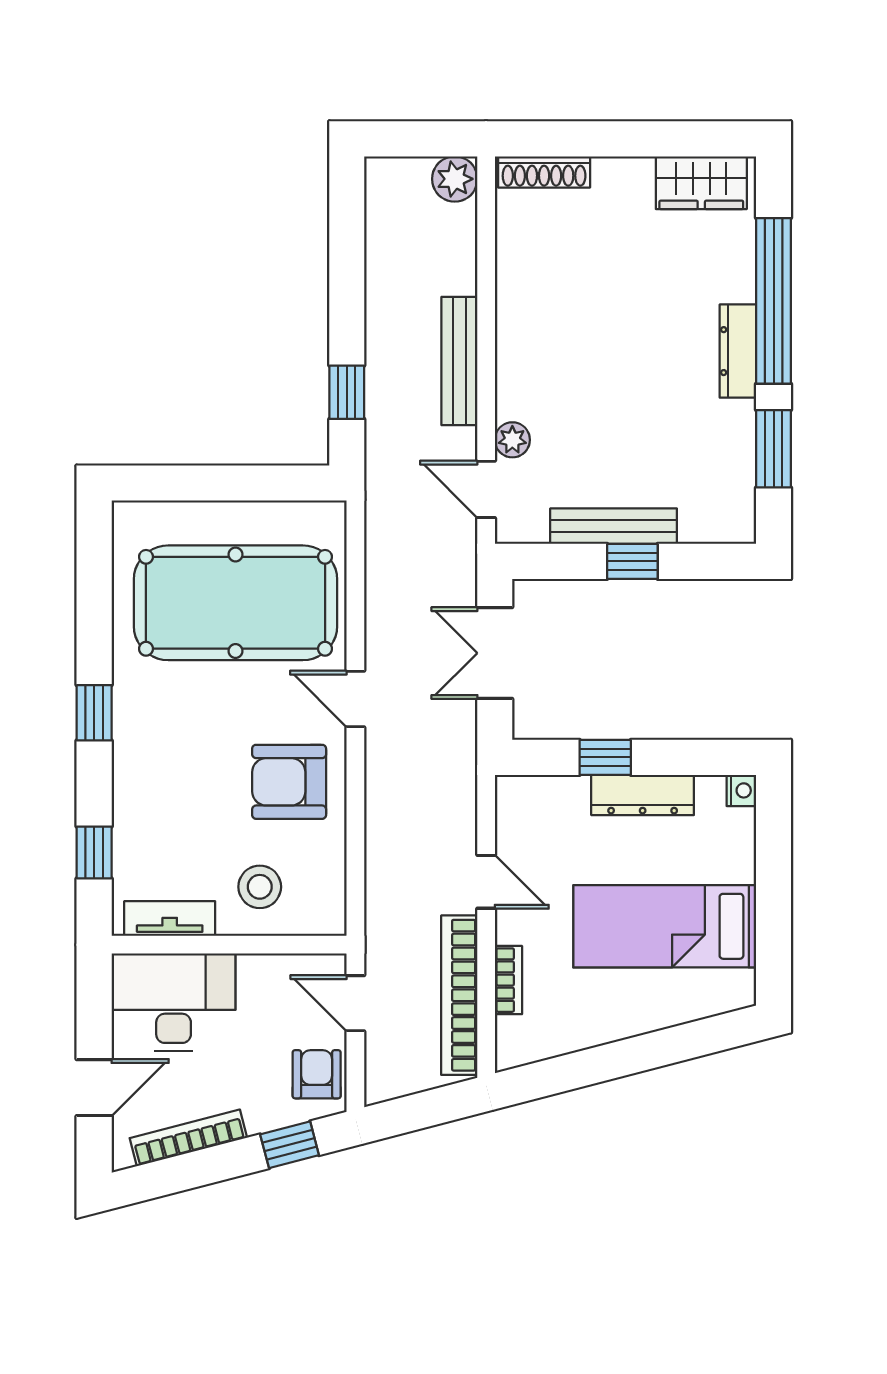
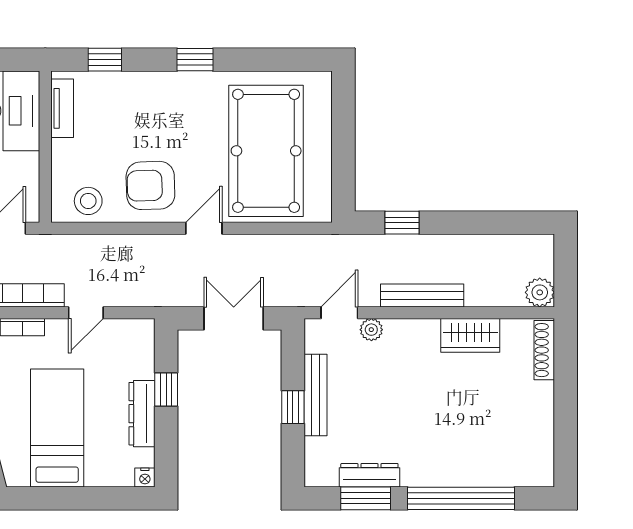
wardrobe: (701, 183) -> (470, 335), moved, turned -90
dresser: (738, 351) -> (369, 475), moved
armchair: (289, 782) -> (150, 185), turned -92
stool: (260, 887) -> (88, 201), moved

